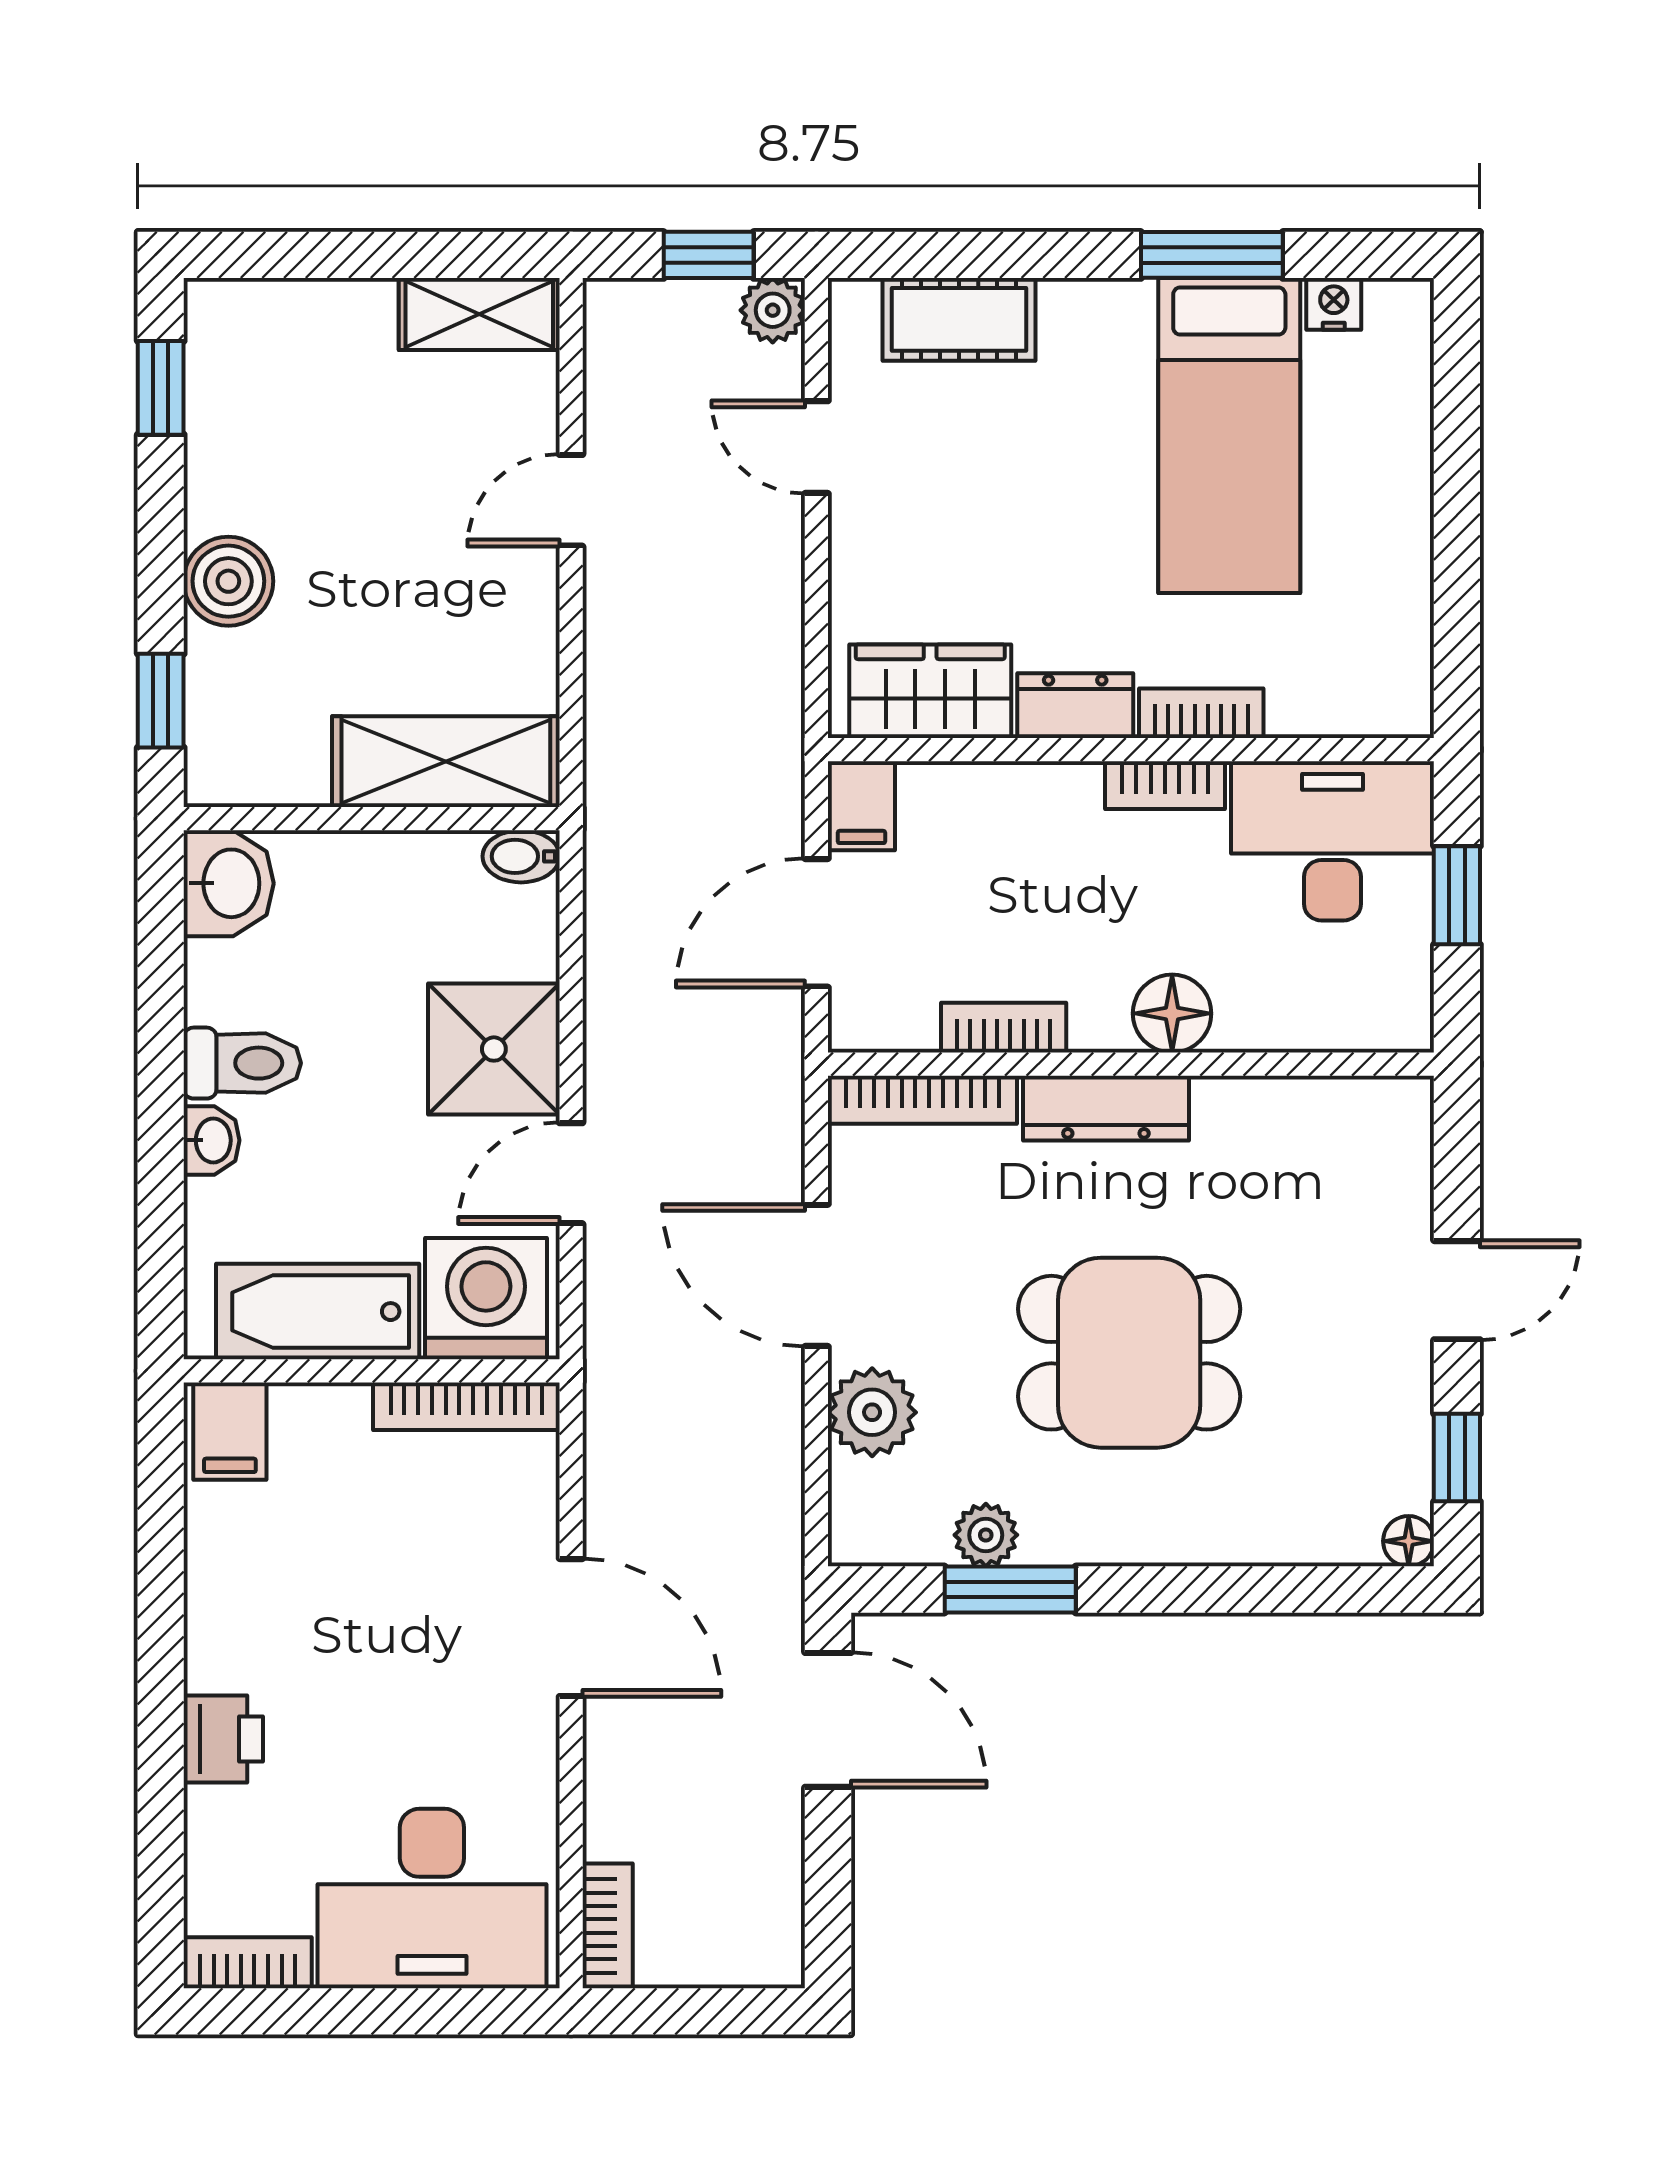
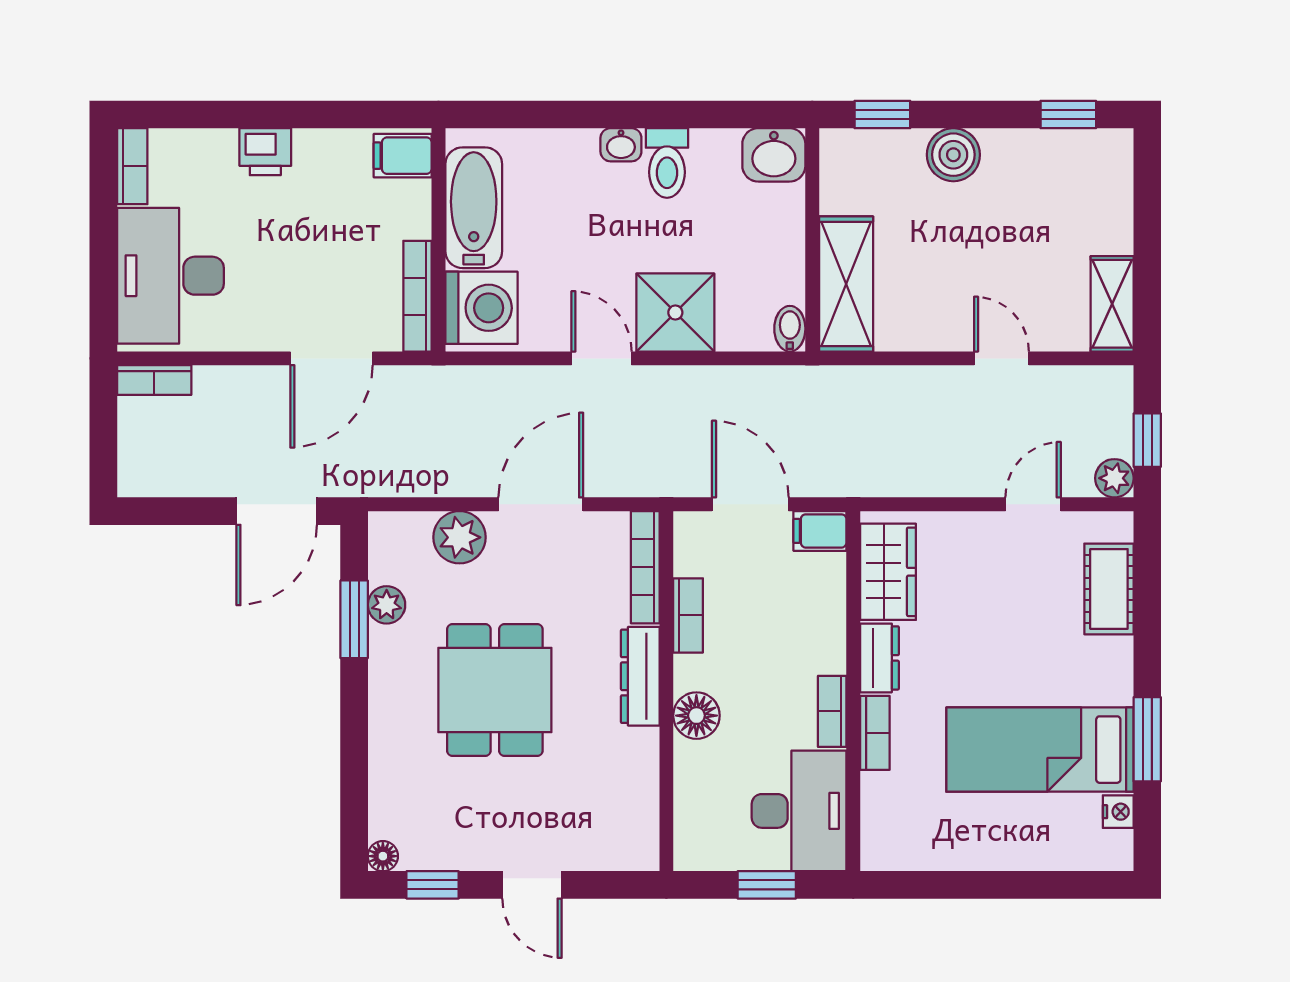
washing machine: (486, 1299) -> (481, 308), moved
bathtub: (318, 1312) -> (474, 208), moved
wall: (372, 1371) -> (438, 240), moved
bookcase: (466, 1406) -> (417, 296), moved
filing cabinet: (230, 1431) -> (403, 156), moved

